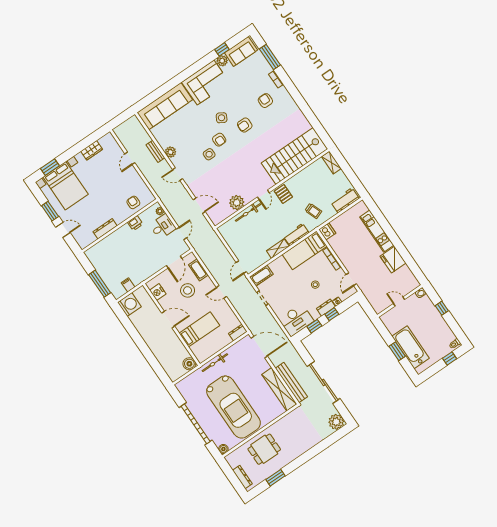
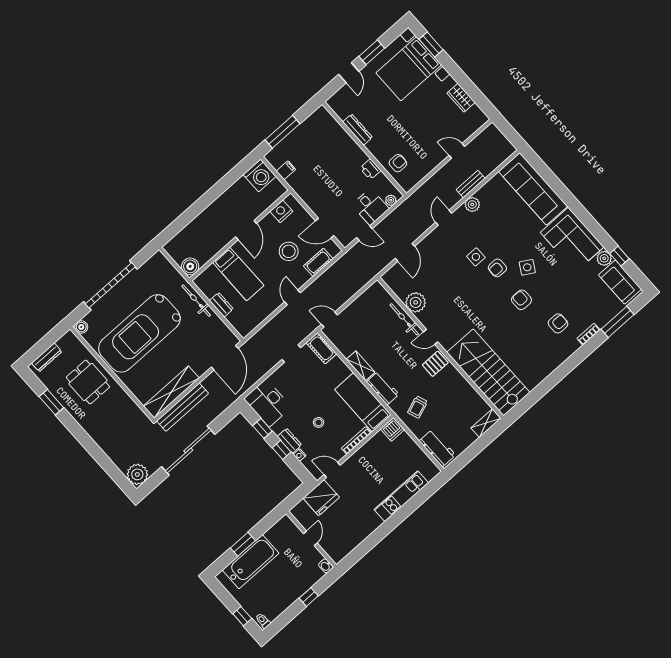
fridge: (393, 260) -> (321, 498), moved, turned 180
dresser: (238, 333) -> (221, 305), moved

